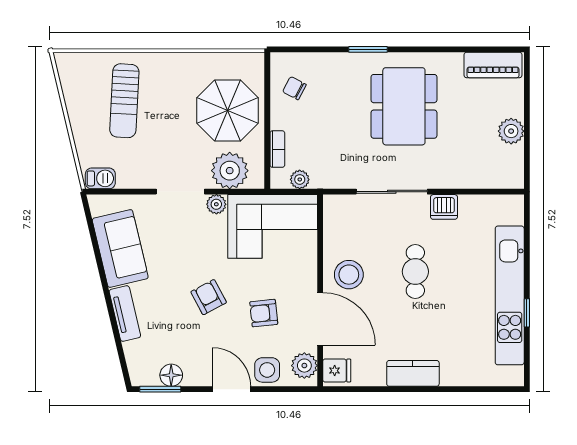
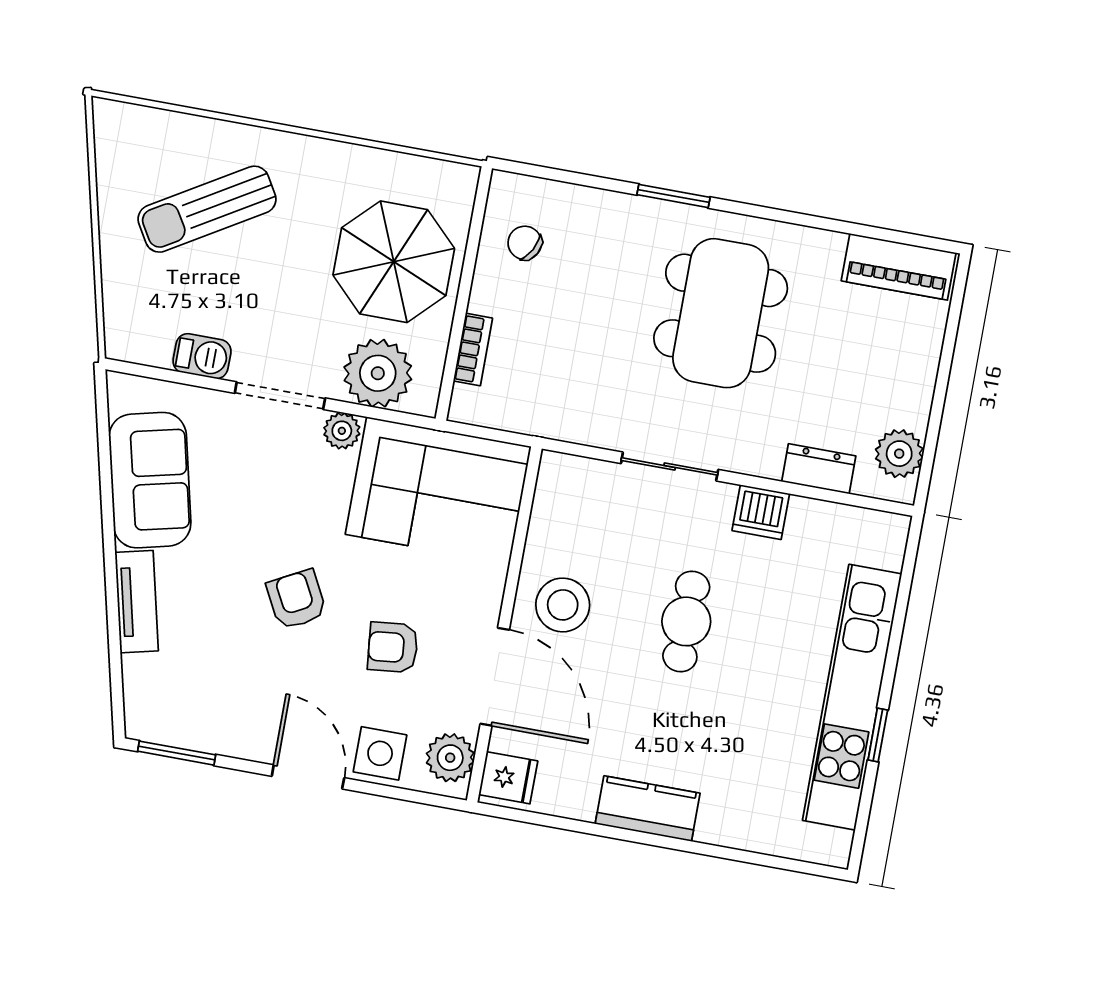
sun lounger: (124, 101) -> (207, 209), turned 56
plant: (511, 131) -> (899, 454), moved
barbecue: (100, 178) -> (202, 356), moved
plant: (300, 179) -> (504, 413), removed
dresser: (470, 179) -> (819, 469), added
sliding door: (392, 192) -> (670, 466), width x0.73
floor lamp: (171, 375) -> (201, 731), removed

